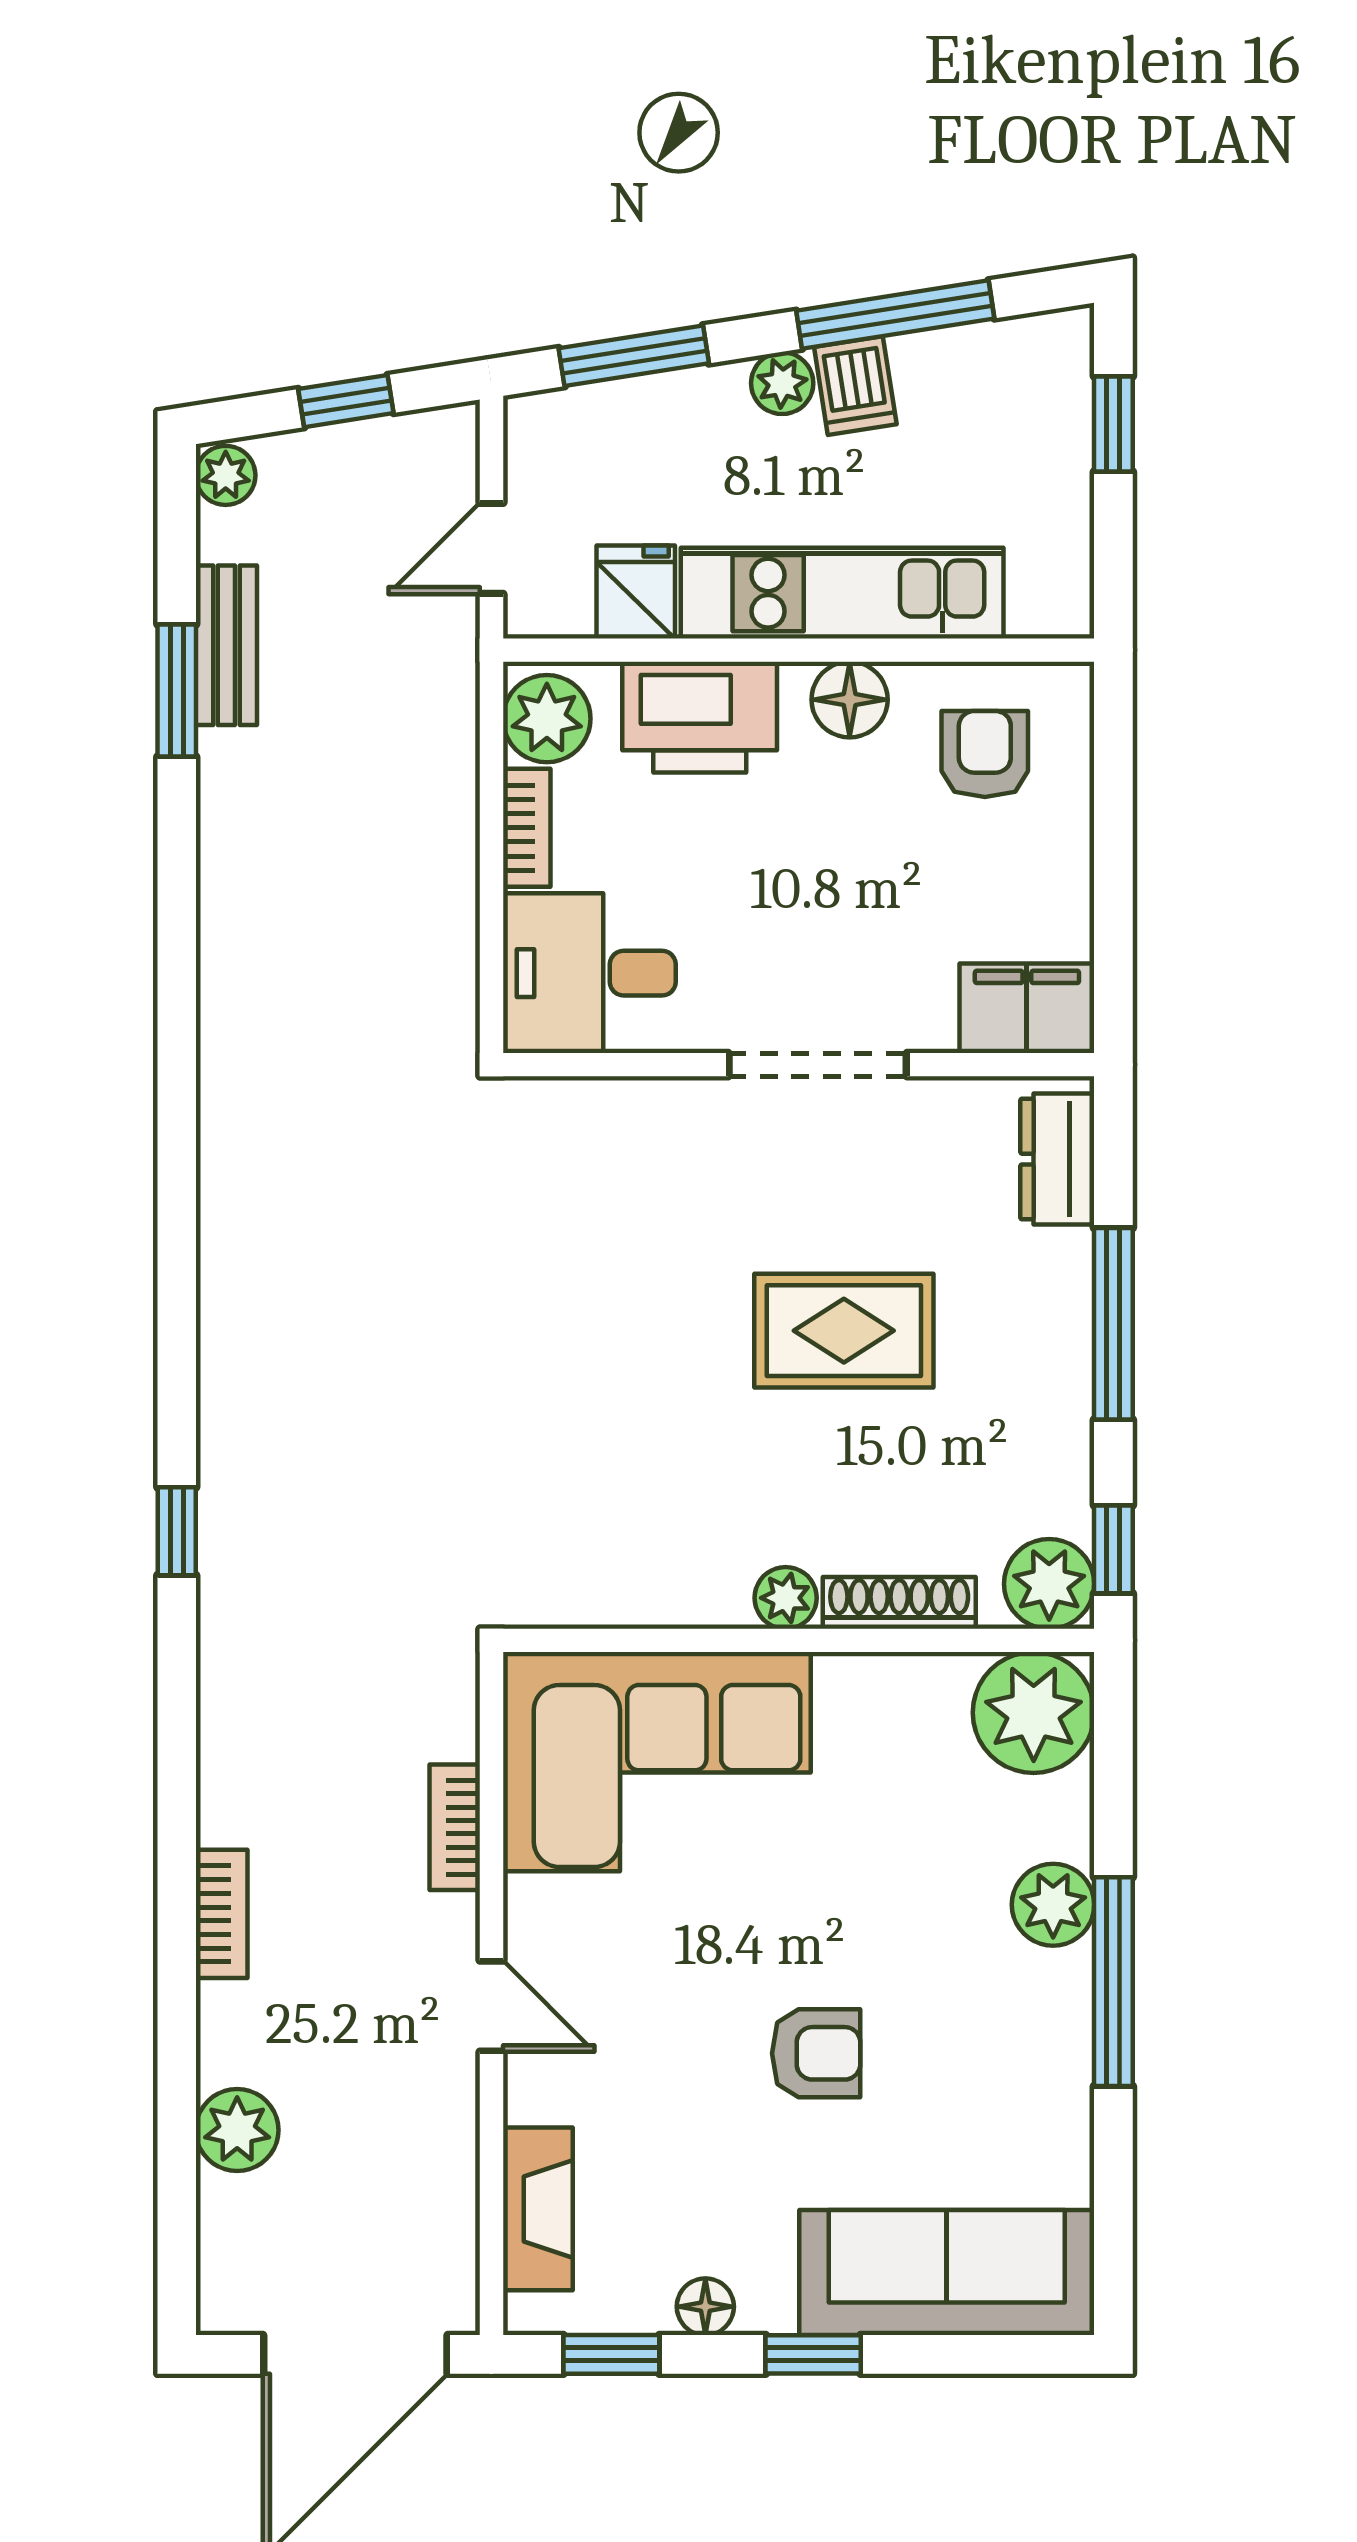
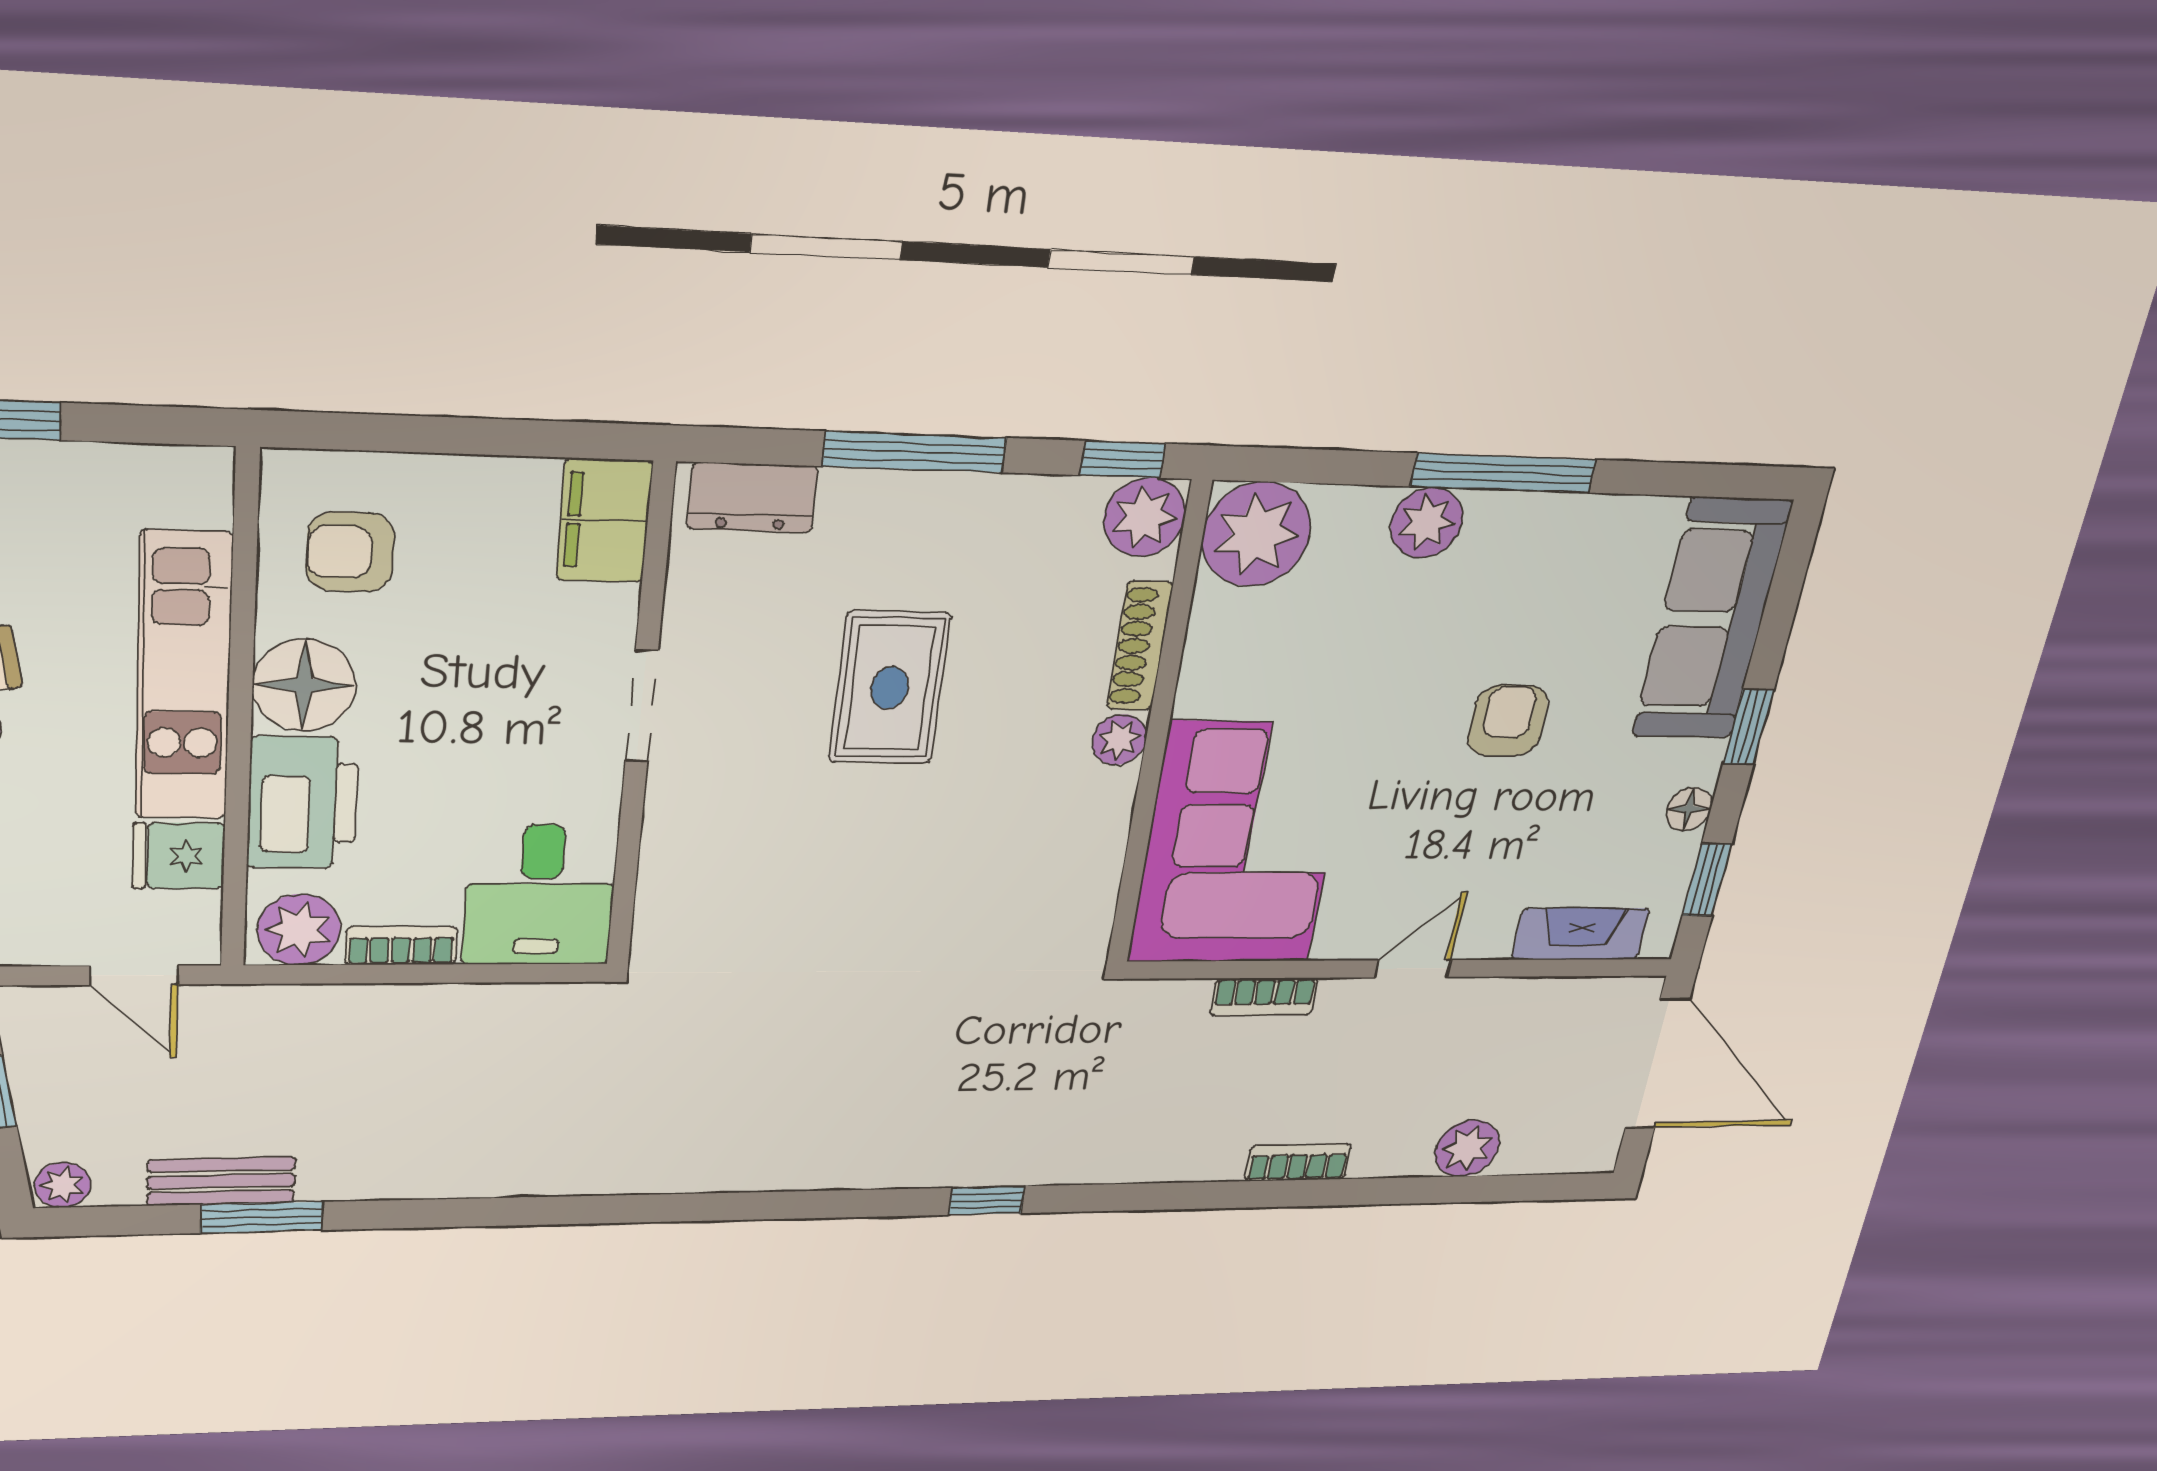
floor lamp: (850, 700) -> (304, 685), width x1.38, depth x1.38
doorway: (818, 1065) -> (642, 706), width x0.73

